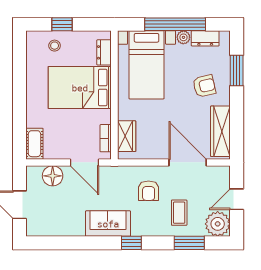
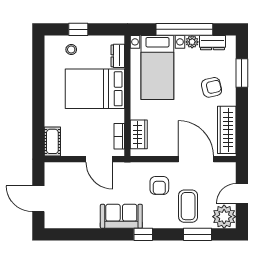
floor lamp: (53, 176) -> (69, 172), removed
coffee table: (179, 213) -> (188, 206), width x1.36, depth x1.30

